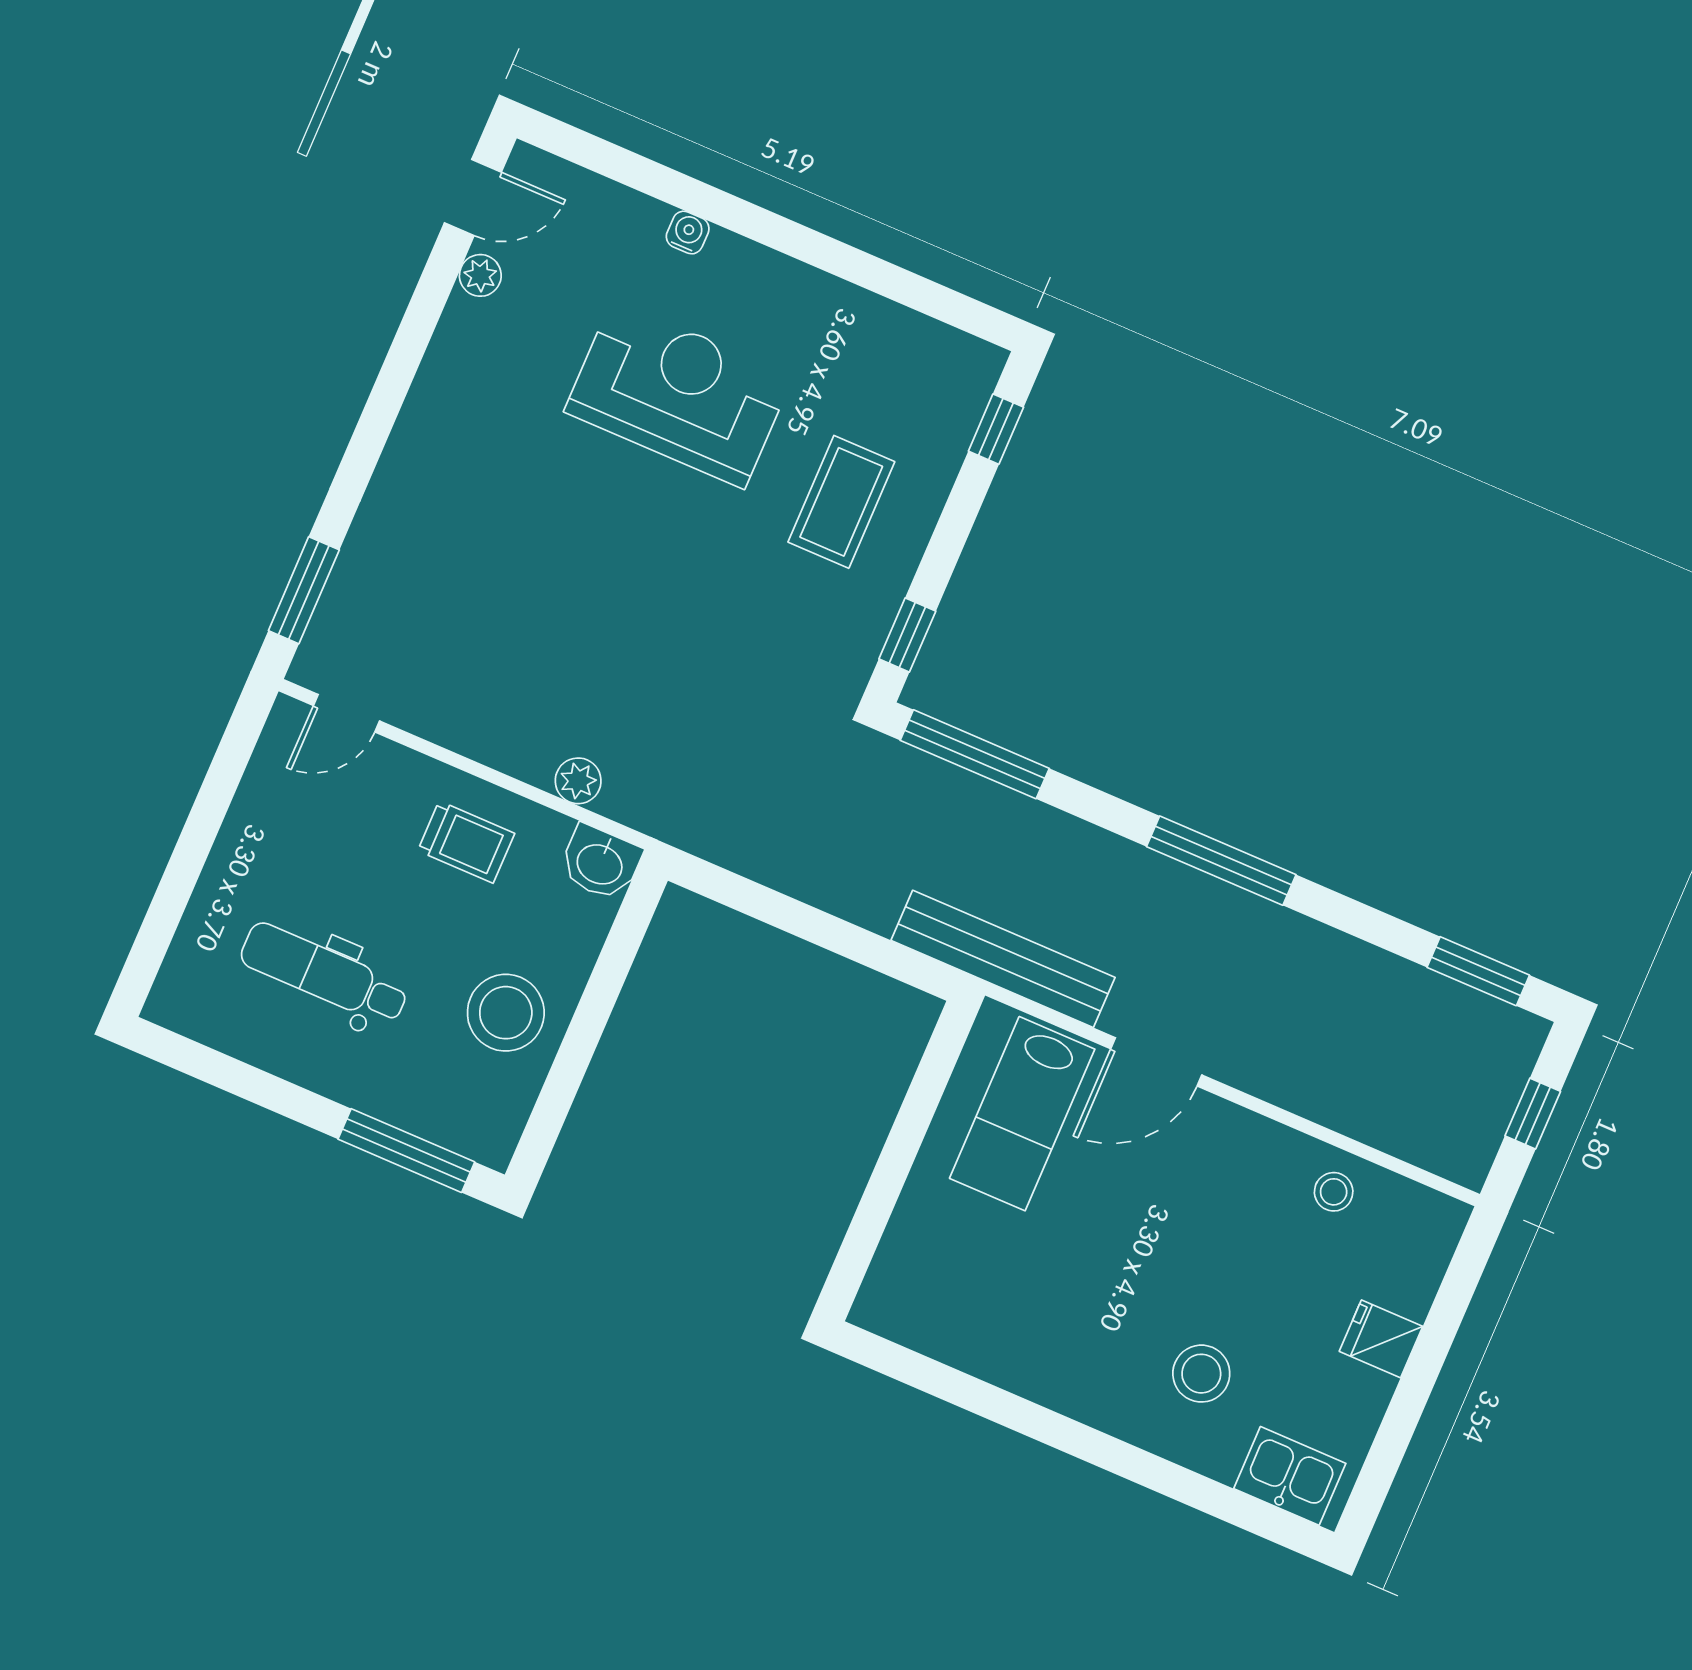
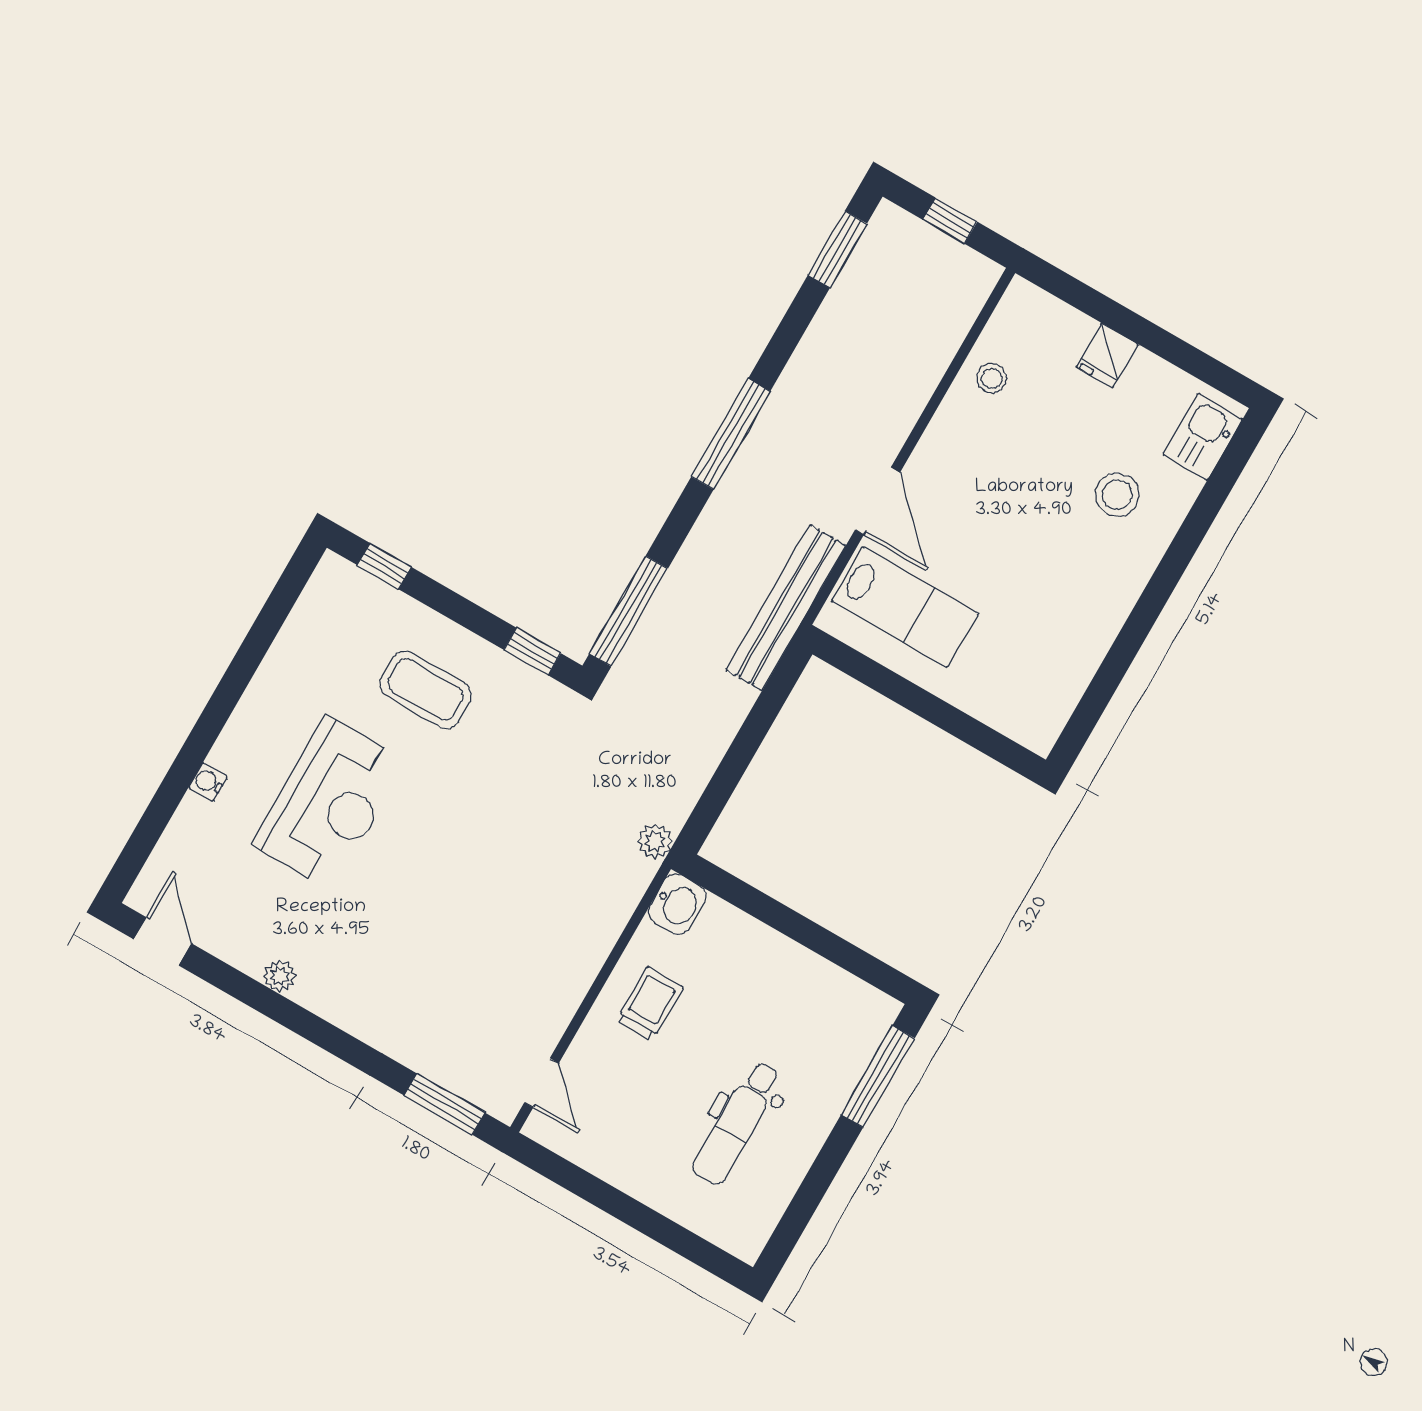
plant: (480, 275) -> (280, 976), moved
reception desk: (678, 394) -> (329, 803), turned 180
plant: (578, 781) -> (655, 841), moved
stool: (506, 1013) -> (782, 989), removed

